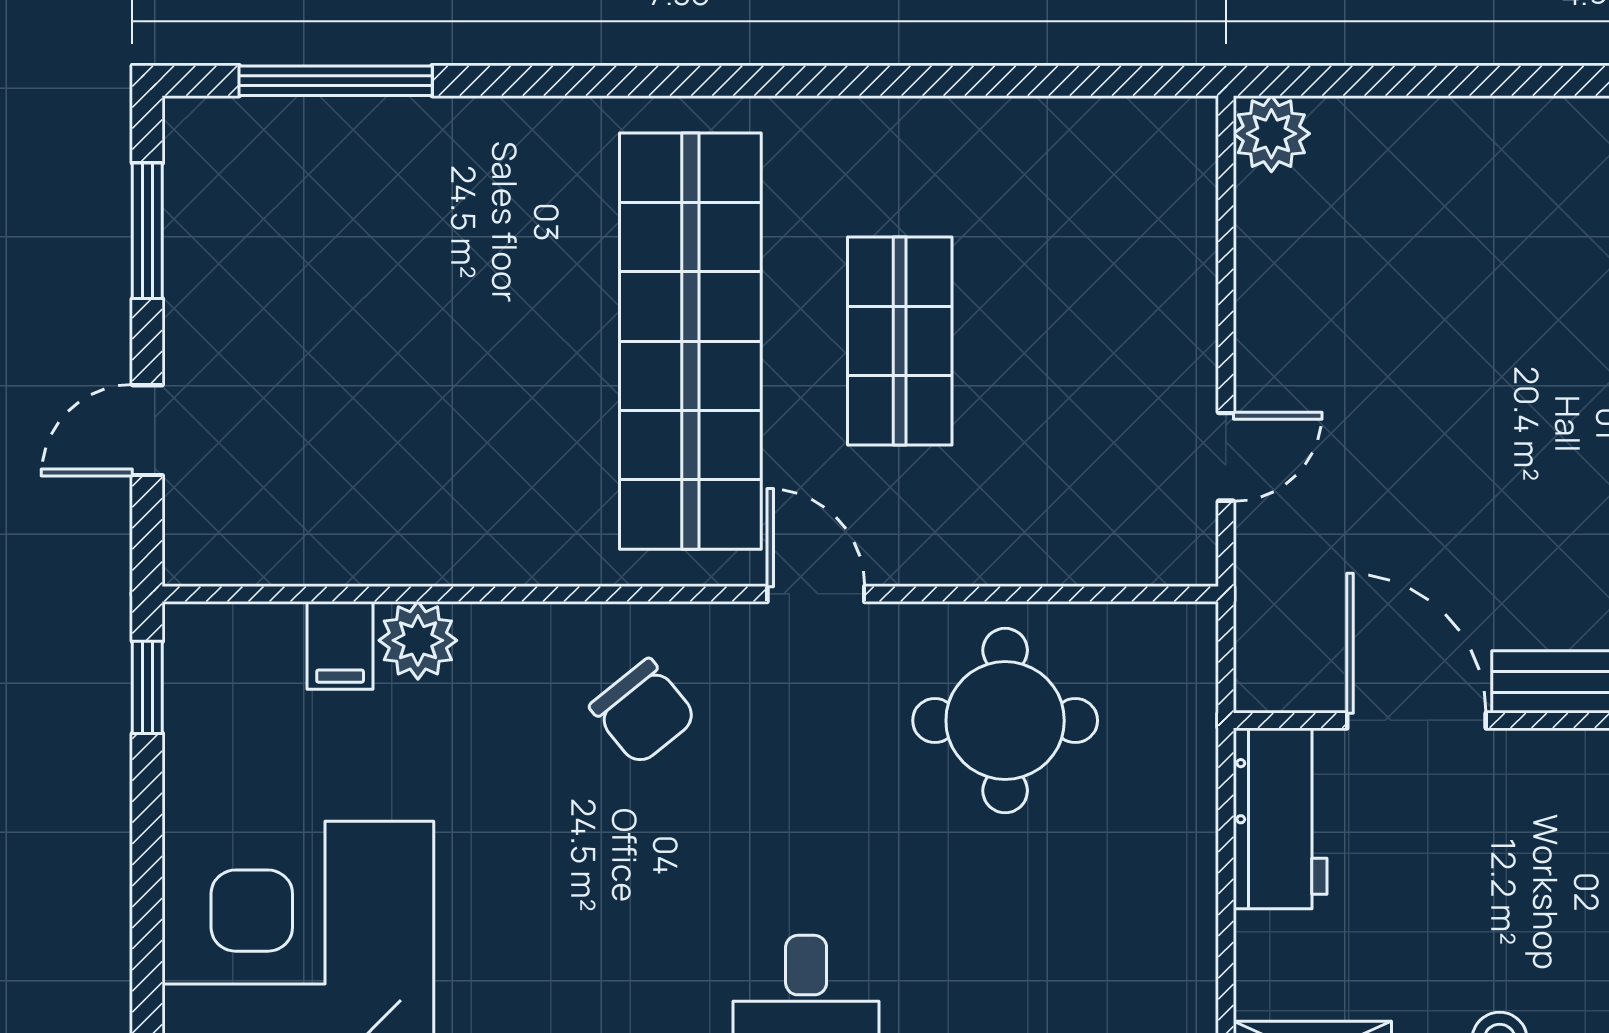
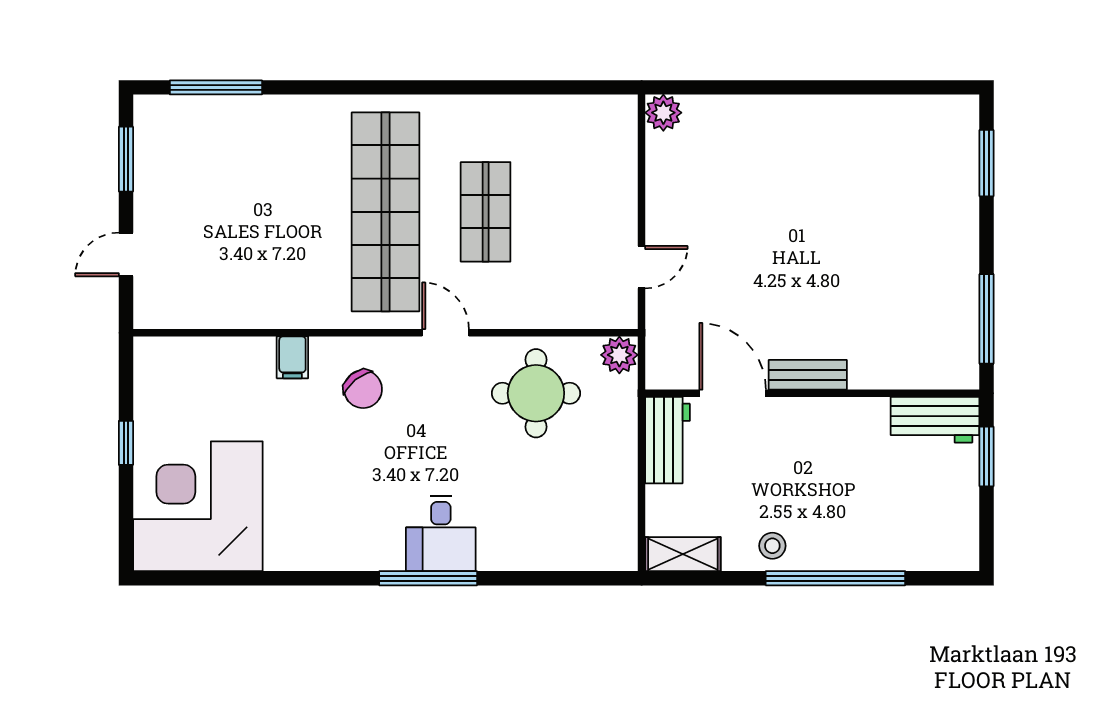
plant: (418, 640) -> (619, 355), moved
filing cabinet: (340, 645) -> (292, 357), moved
window: (147, 687) -> (126, 443), moved

